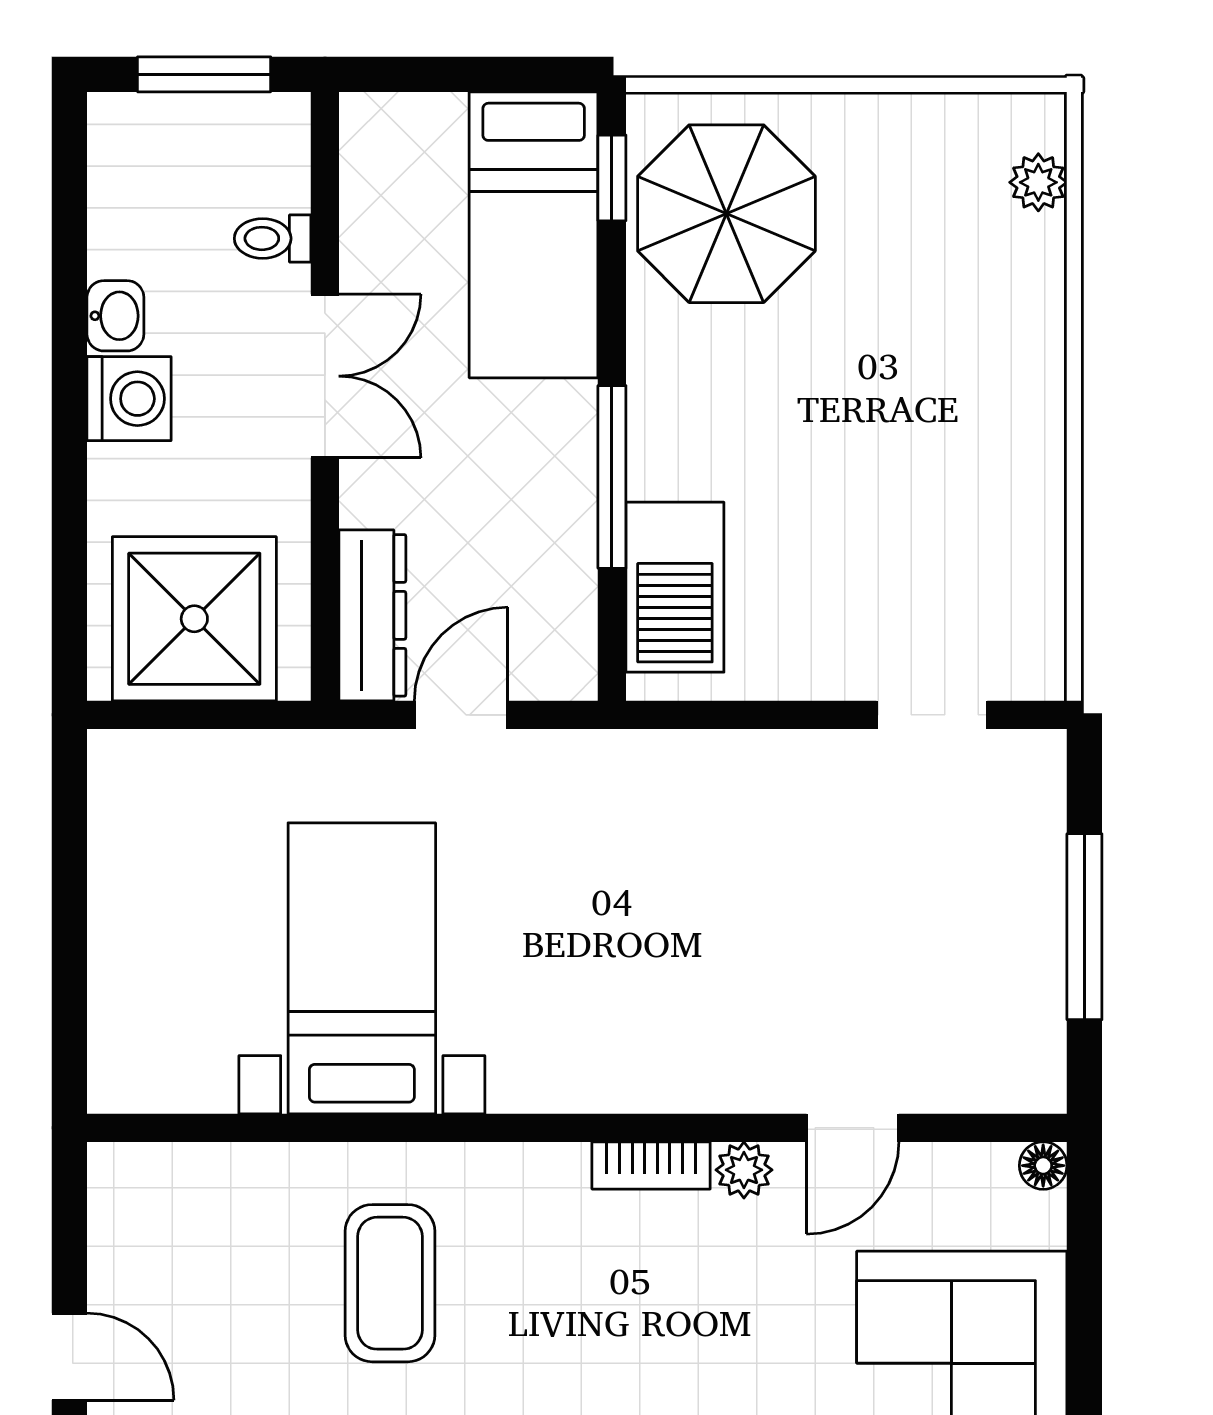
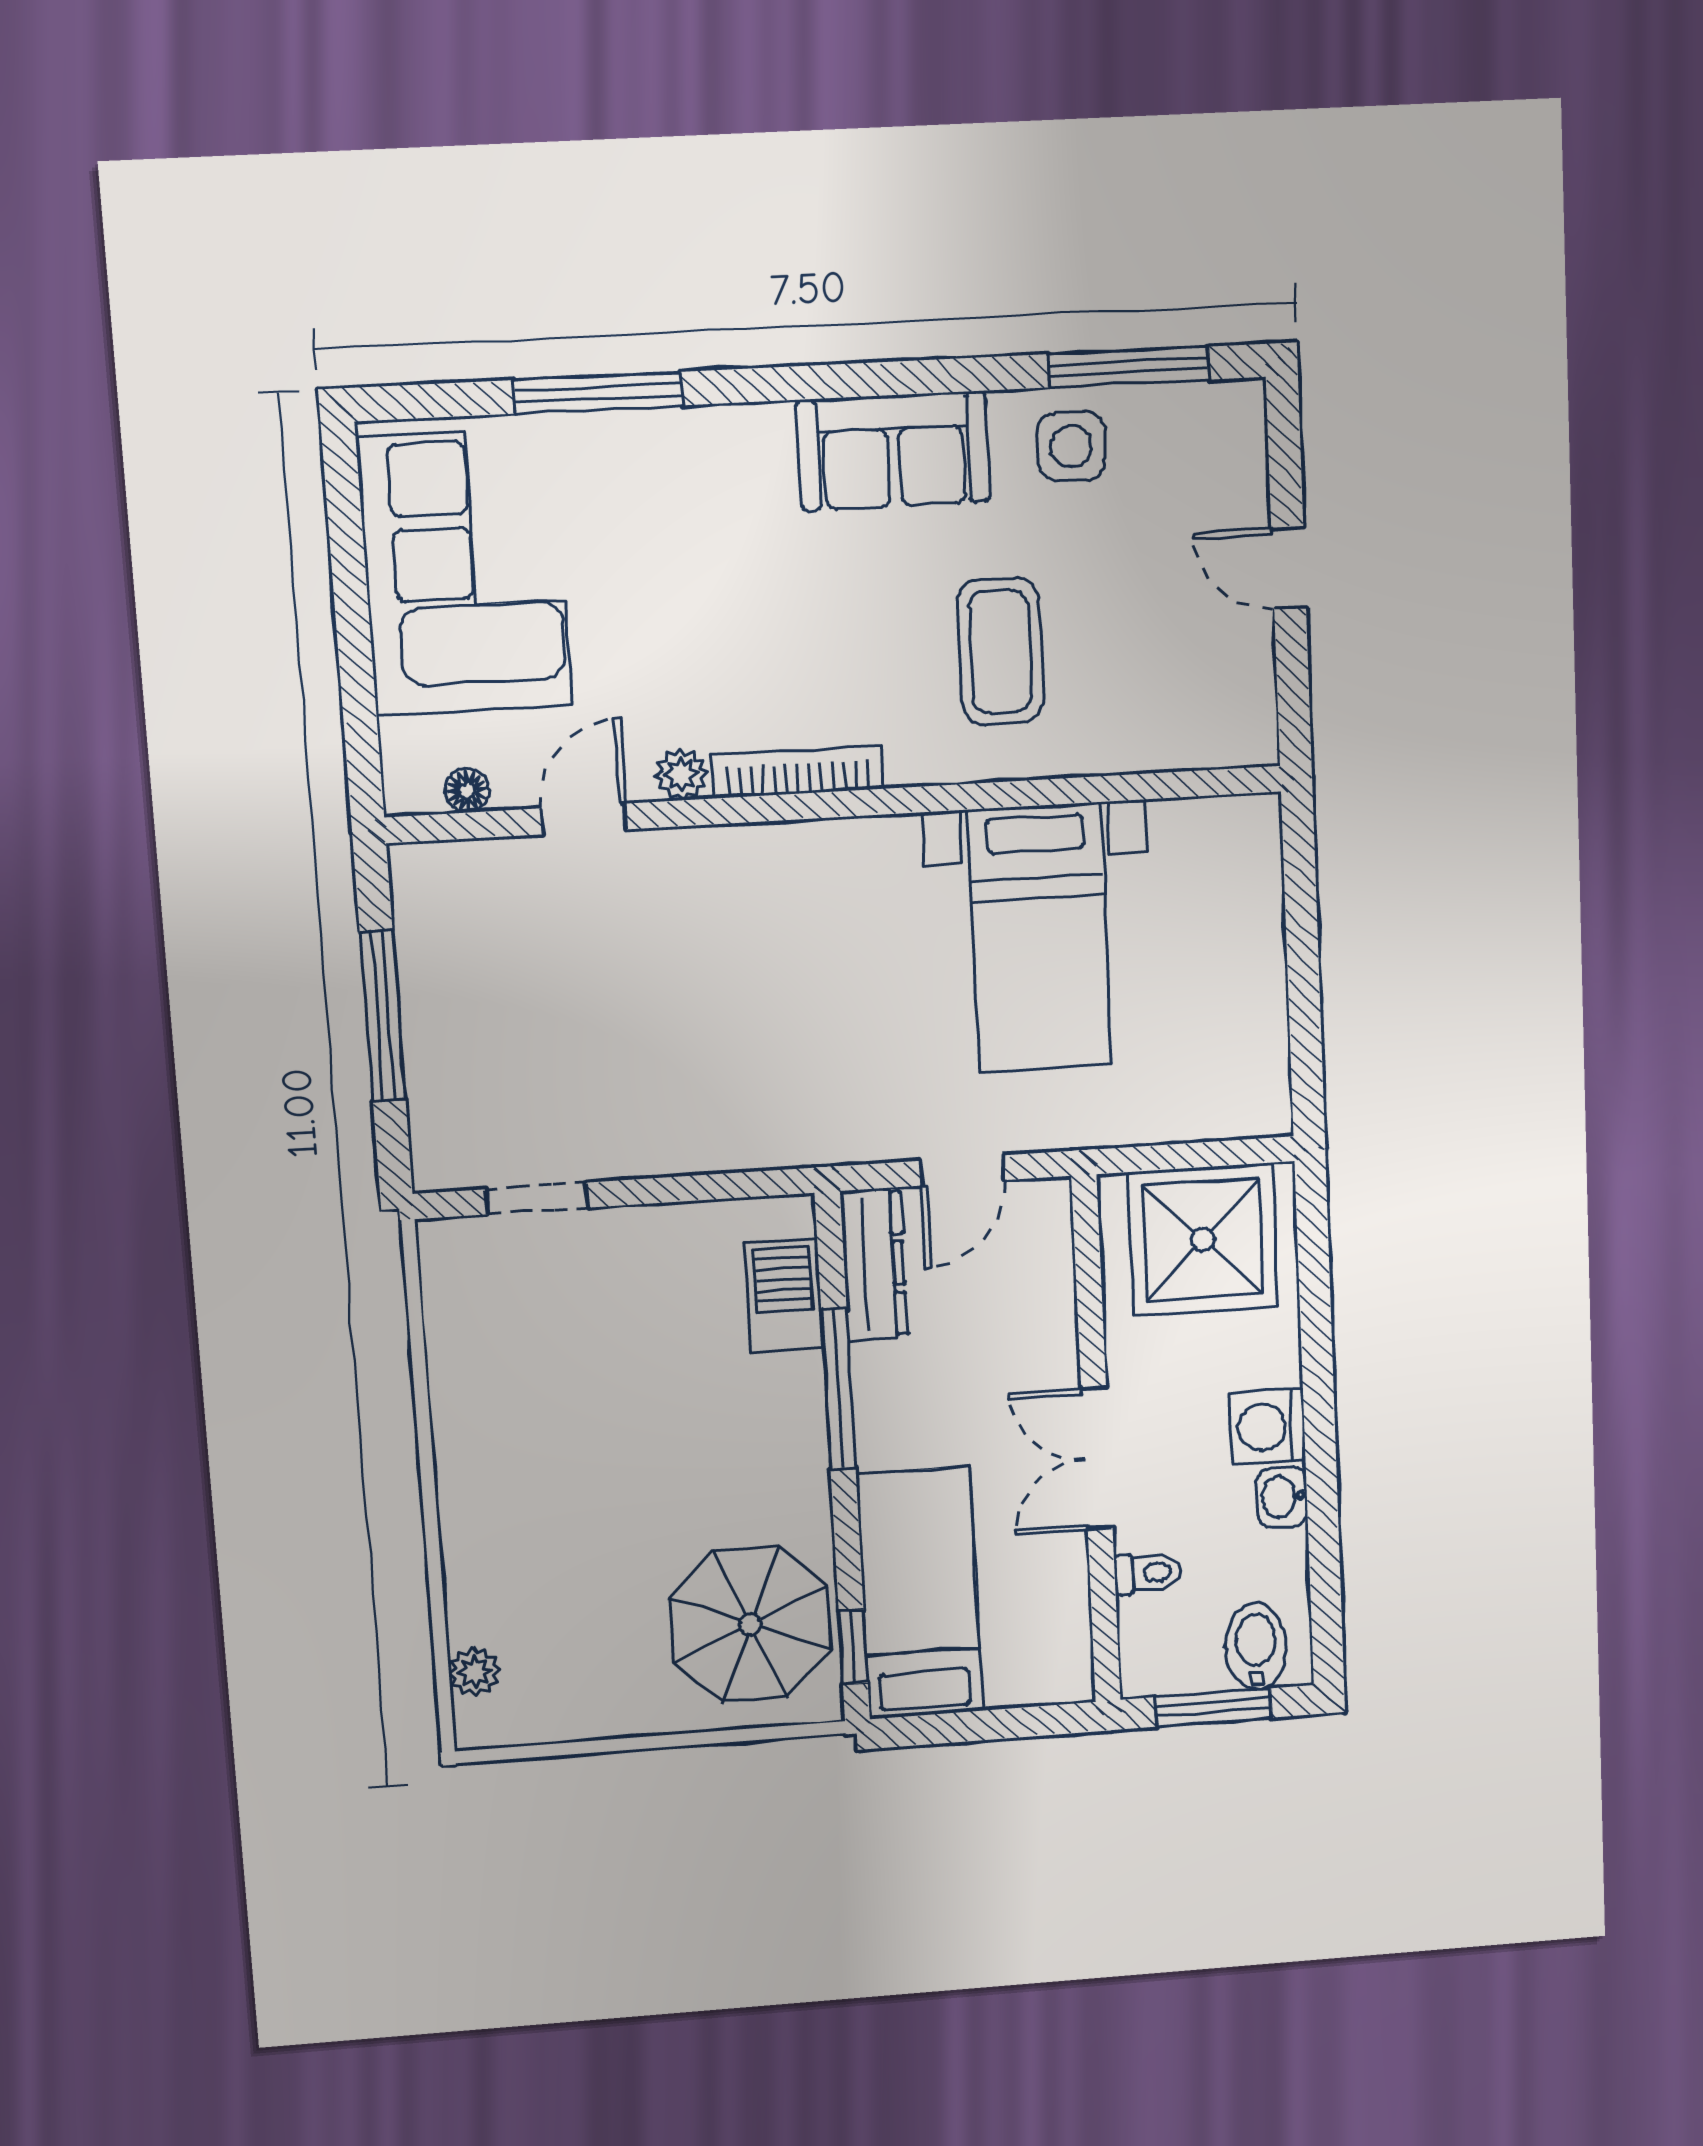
bidet: (152, 143) -> (1256, 1646), added
barbecue: (675, 587) -> (784, 1296), width x0.73, depth x0.83
dresser: (372, 615) -> (874, 1265), moved, turned 180
bookcase: (651, 1165) -> (798, 772), width x1.56
floor lamp: (1043, 1166) -> (467, 791), moved

